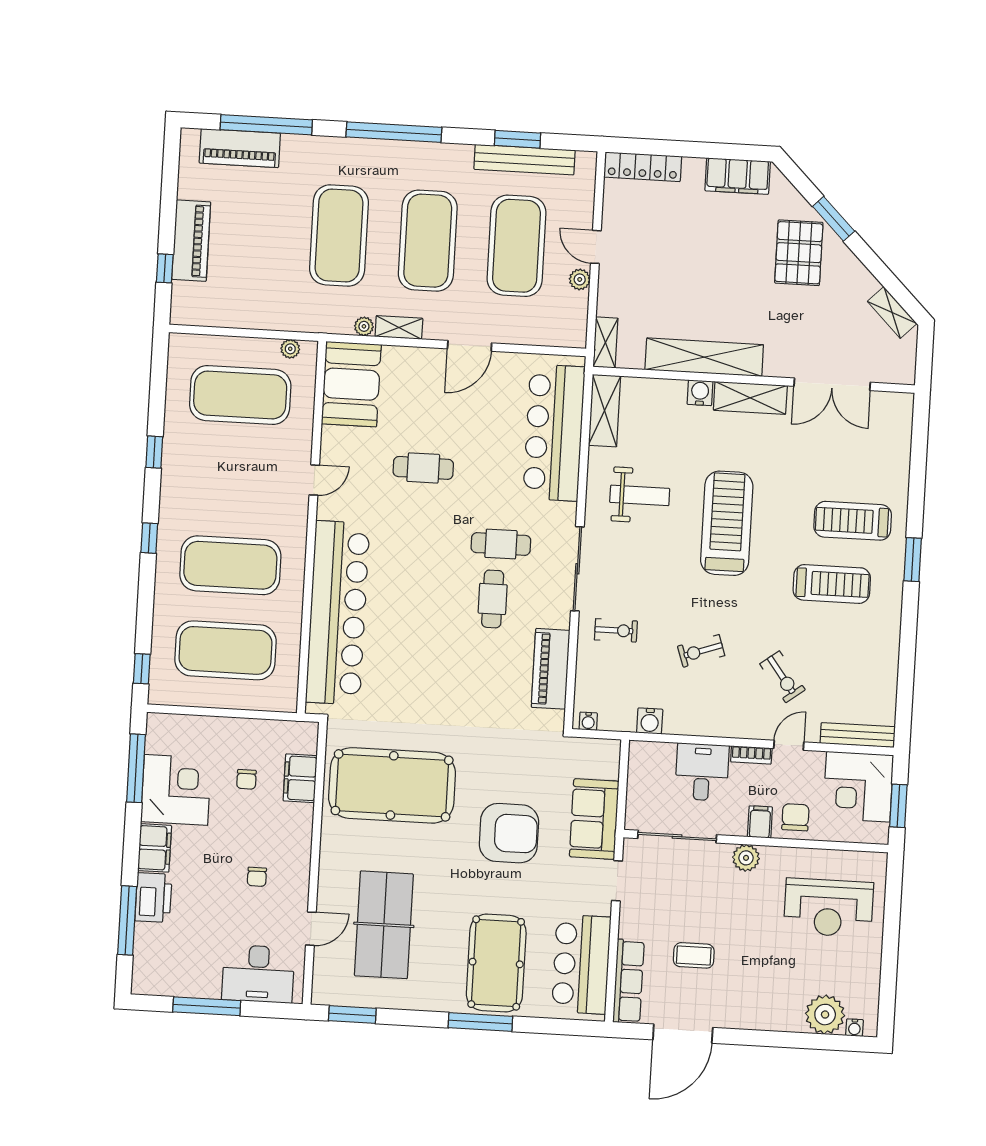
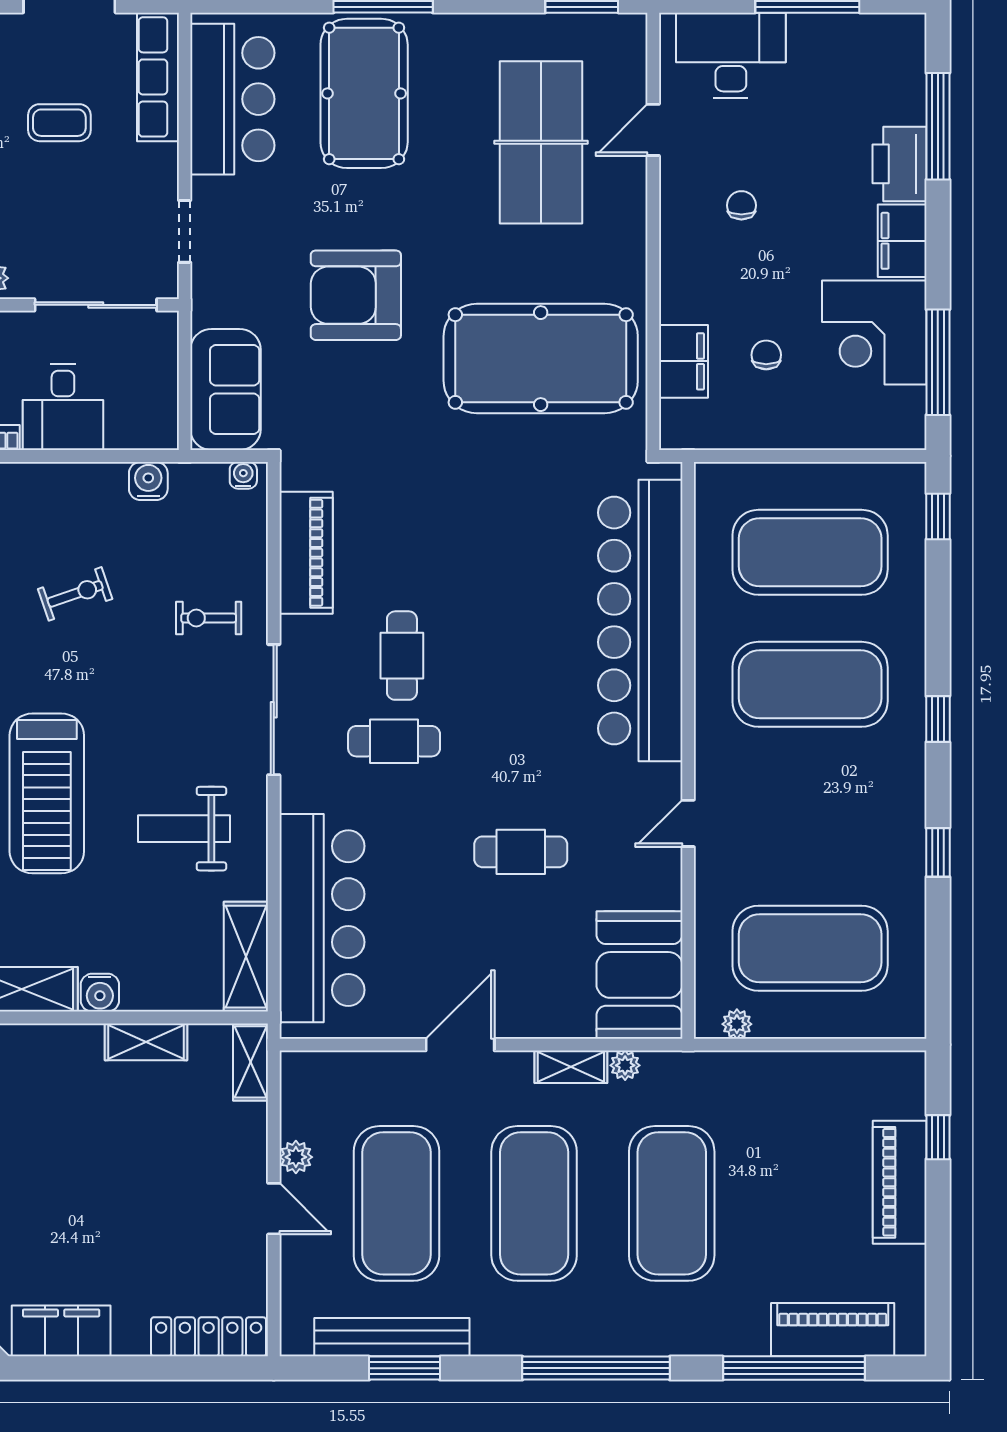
shelving: (704, 357) -> (146, 1042), width x0.45, depth x0.75
sofa: (594, 819) -> (226, 389), moved

